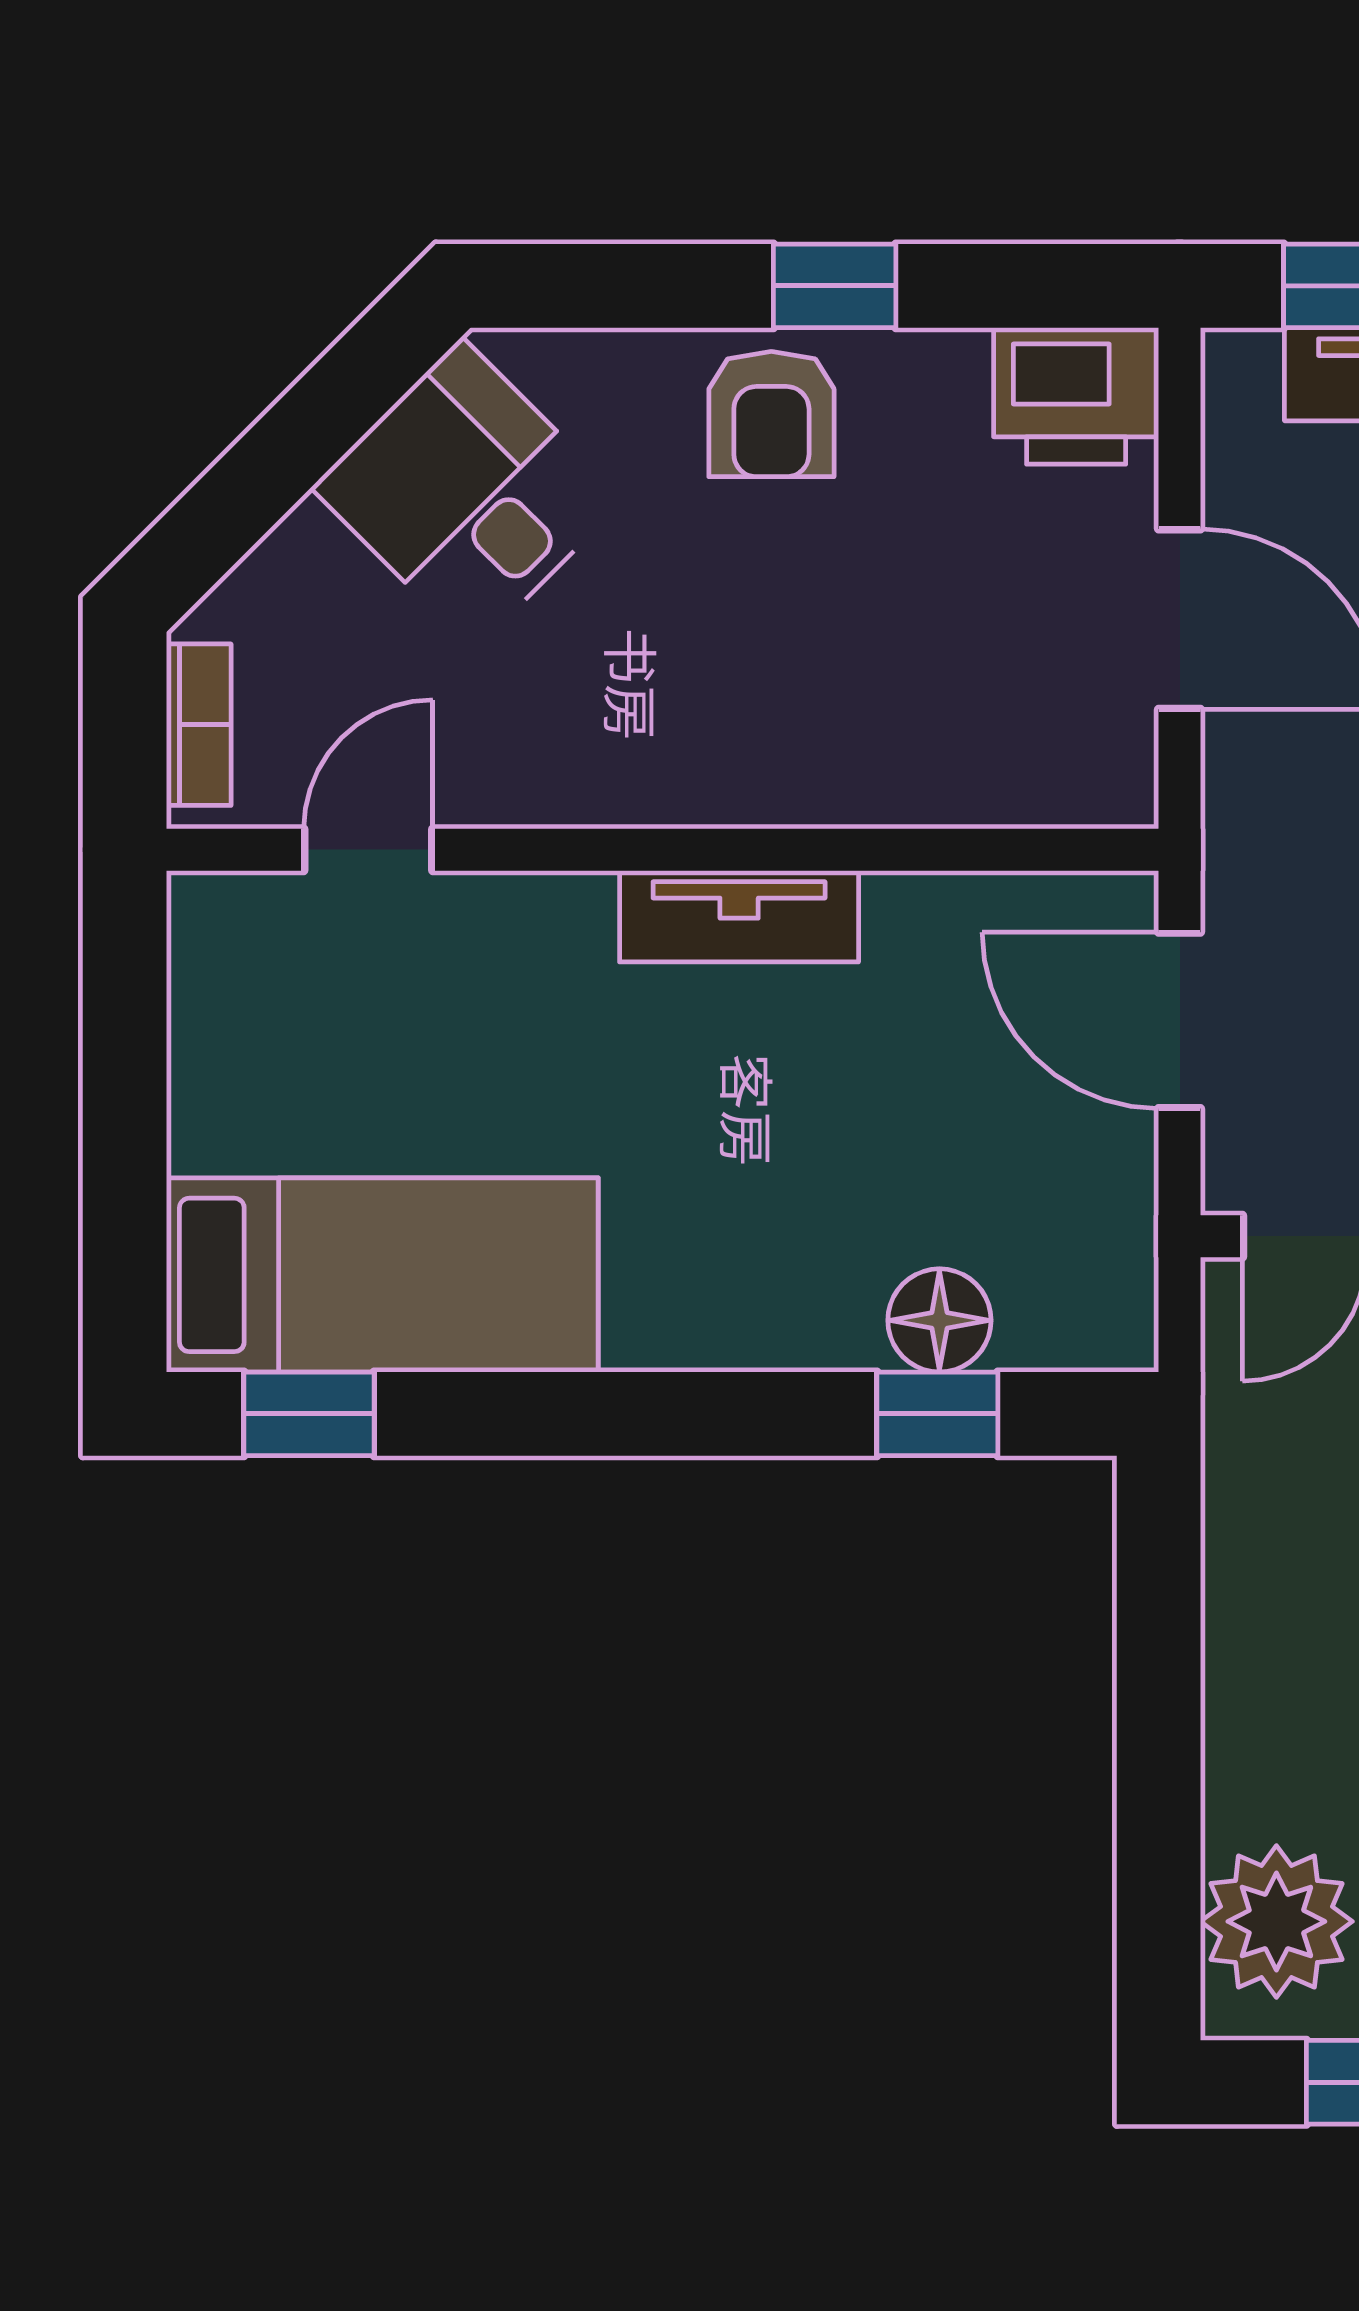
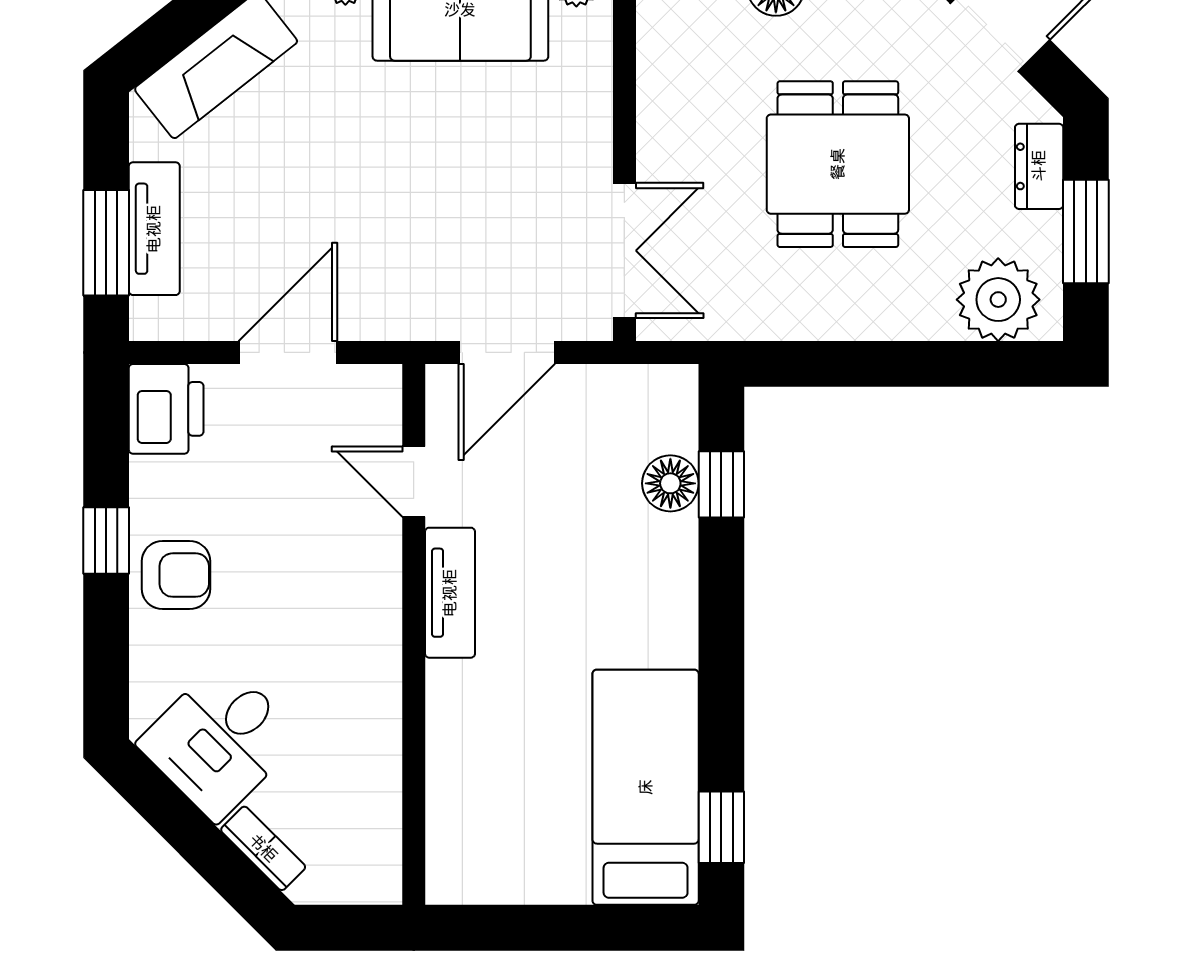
bookcase: (199, 725) -> (263, 848), moved, turned 45
door: (368, 850) -> (414, 482), moved

